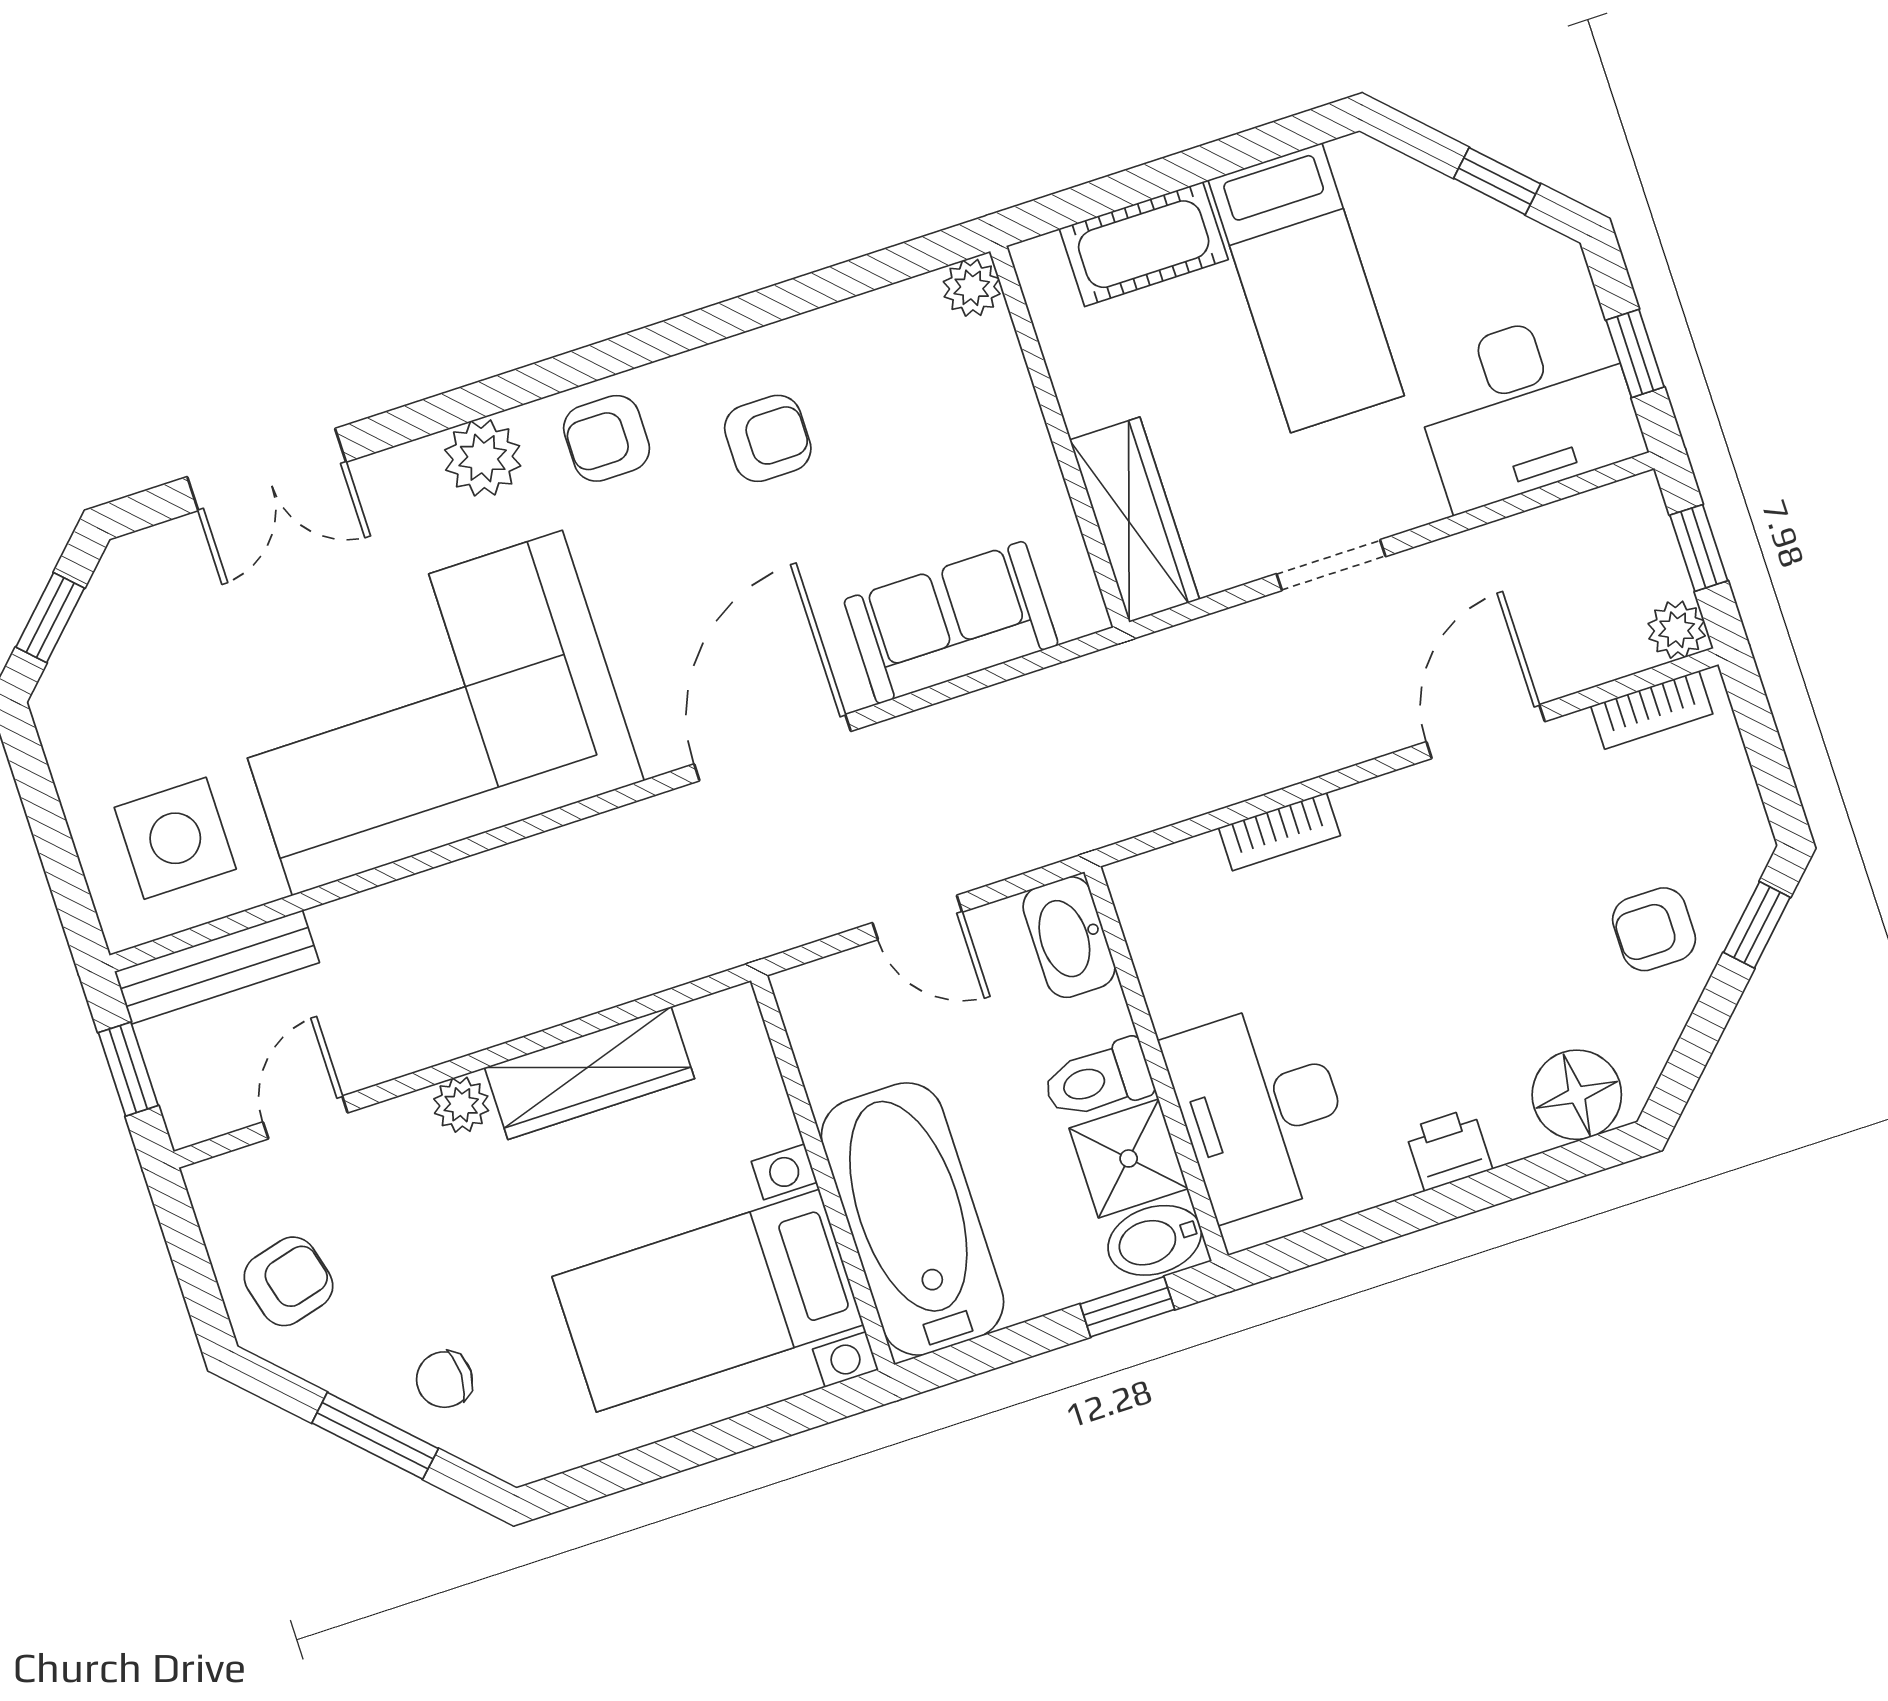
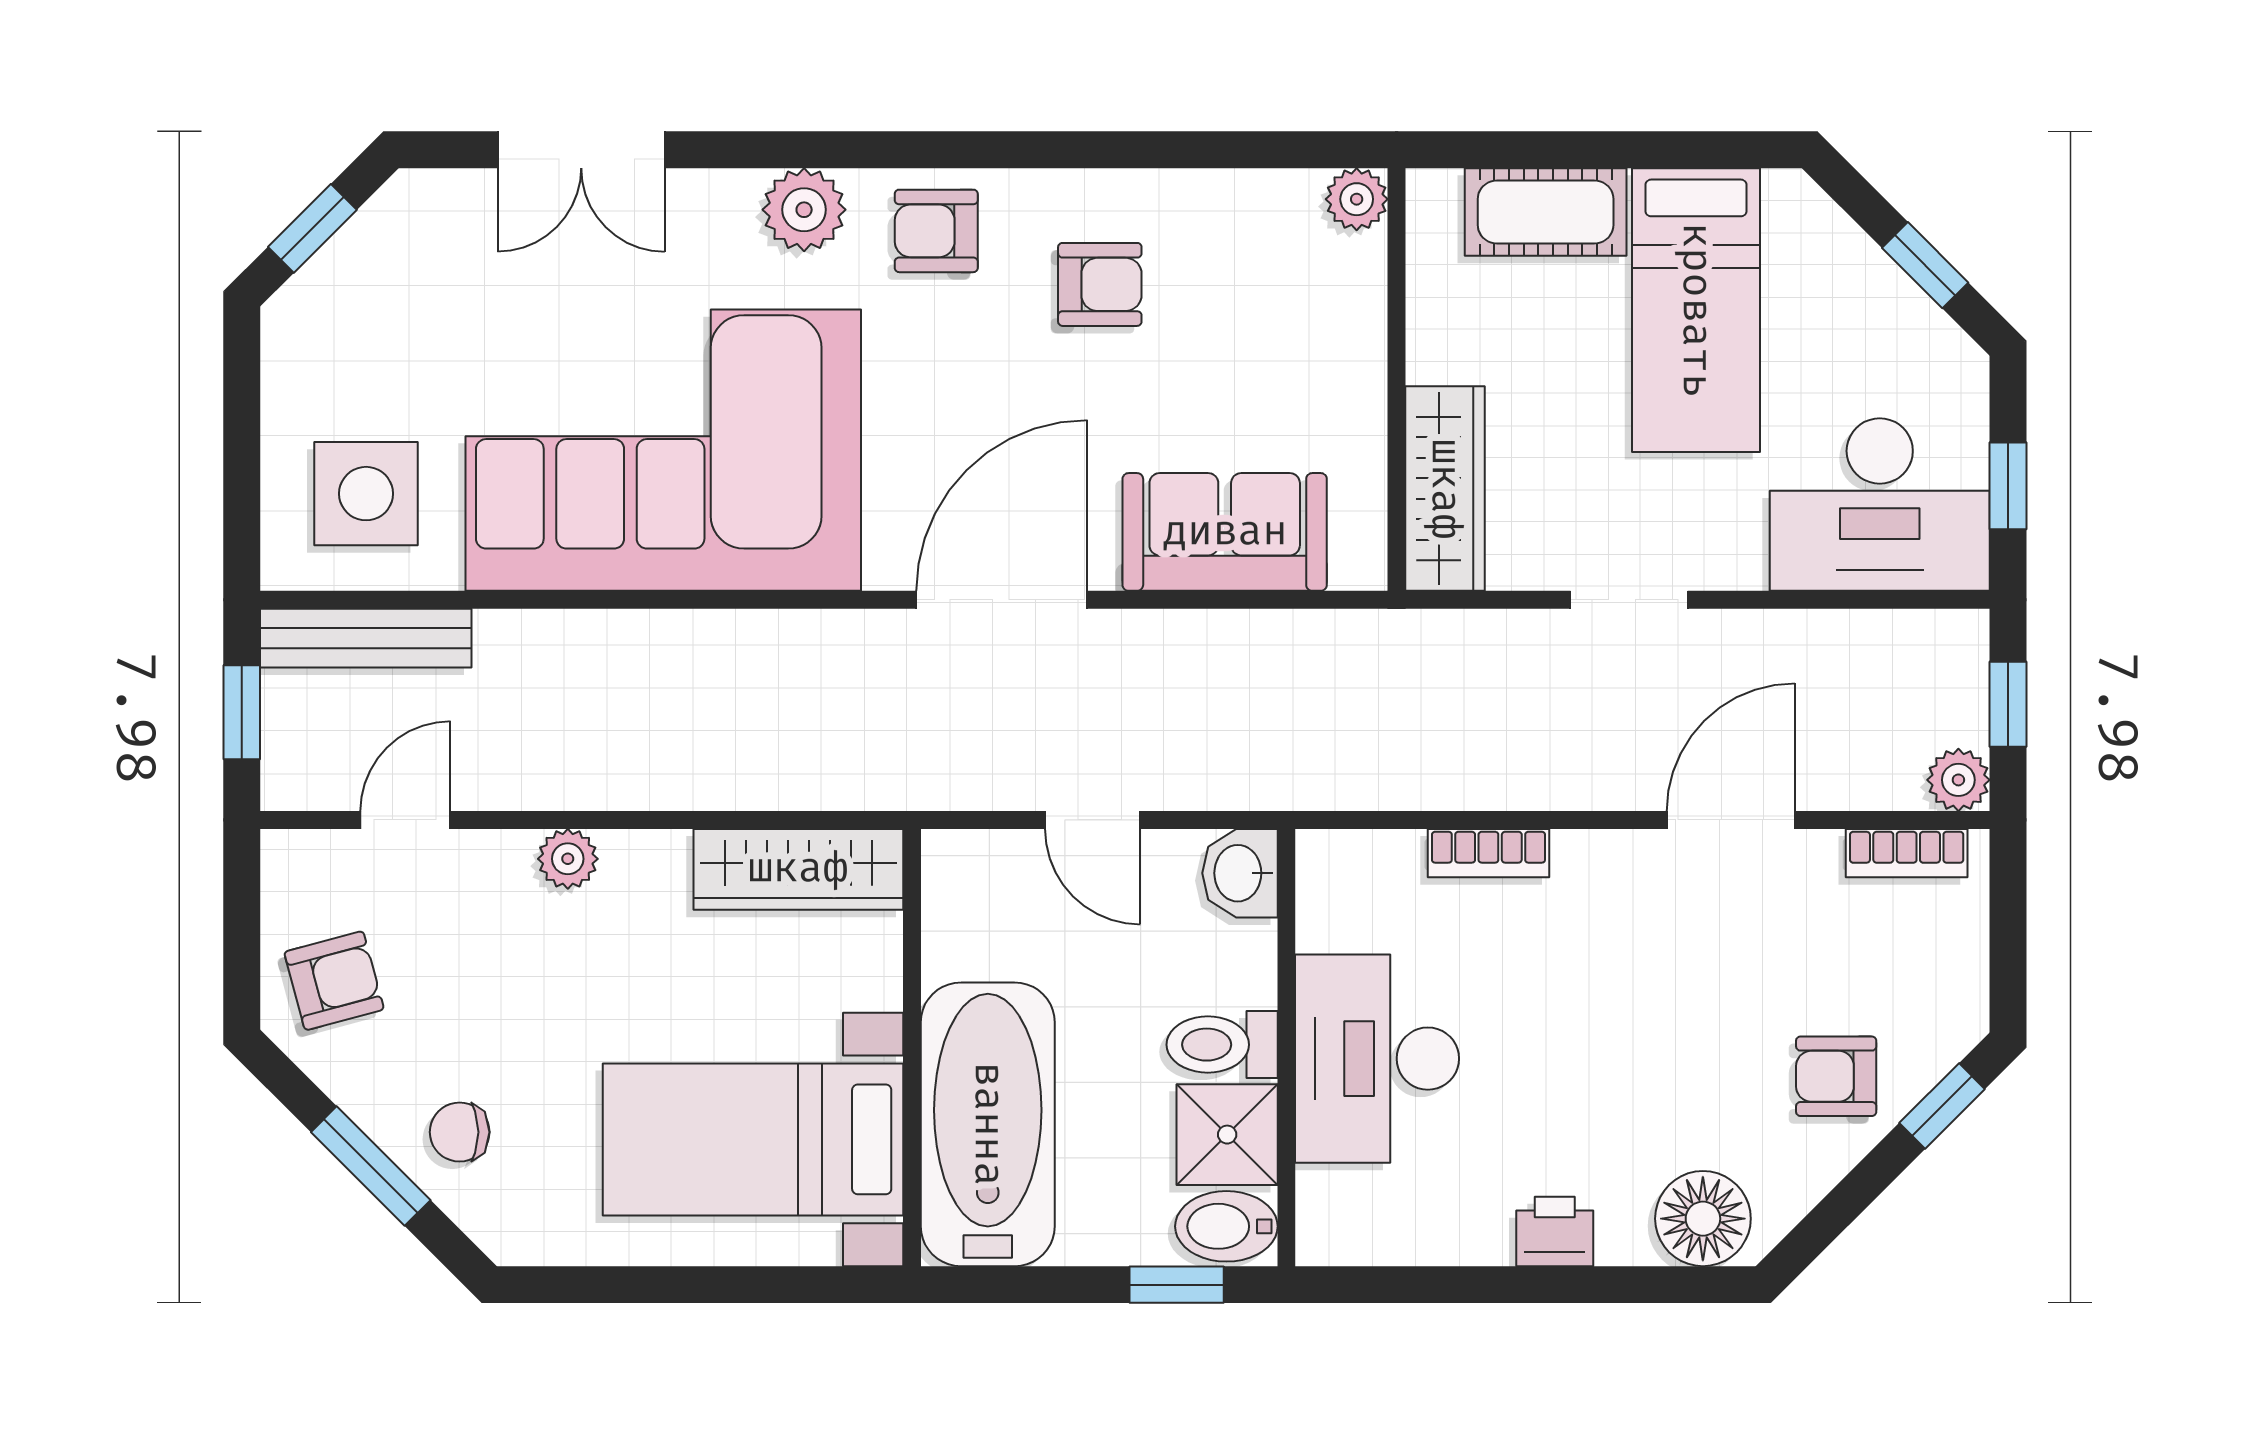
washbasin: (1069, 937) -> (1240, 873), width x0.72
wardrobe: (590, 1073) -> (798, 869), moved
desk: (1260, 1110) -> (1377, 1059), moved

